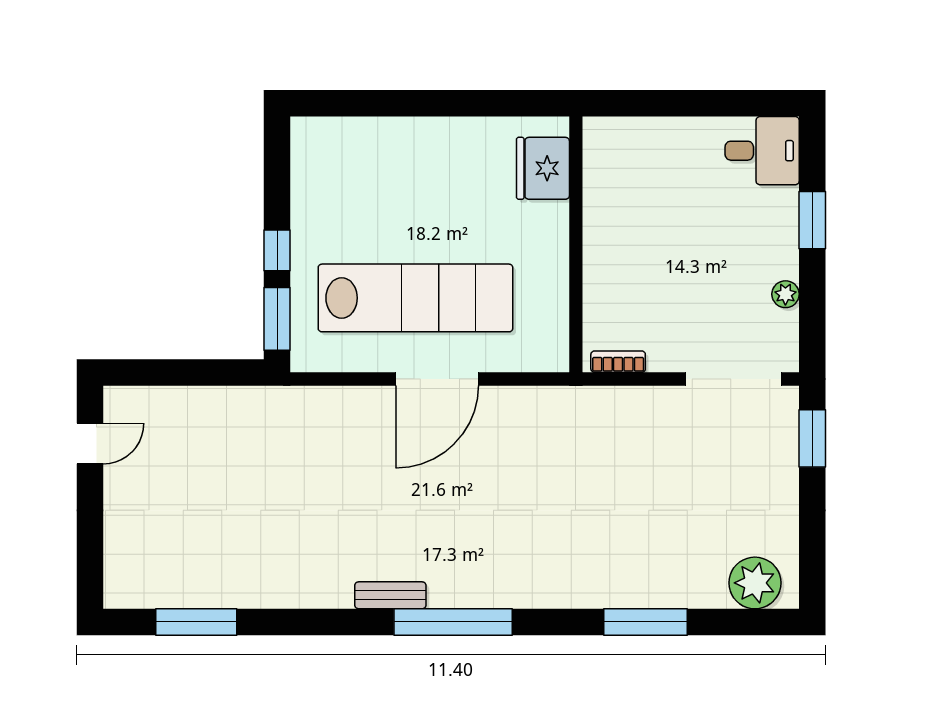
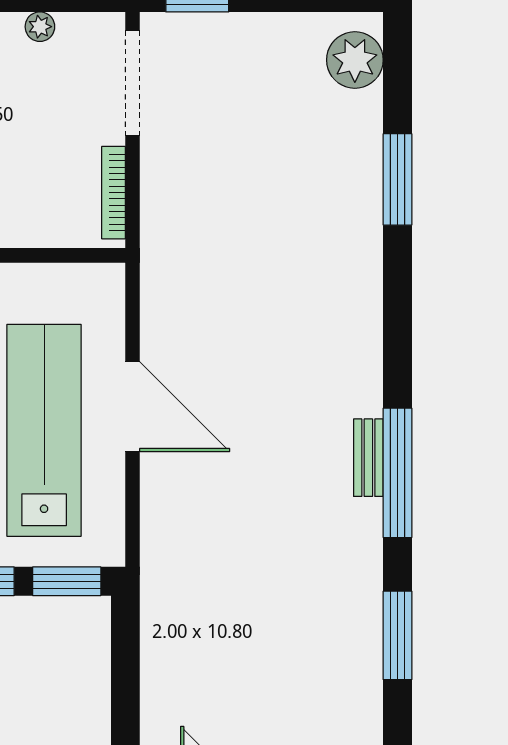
bookcase: (618, 362) -> (114, 193), width x1.56
window: (196, 622) -> (397, 635), moved
window: (453, 622) -> (397, 473), moved

